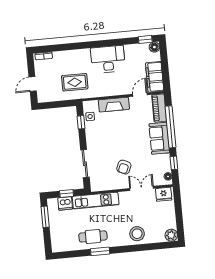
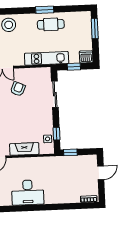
rug: (75, 82) -> (61, 172), removed
window: (66, 104) -> (70, 152), added
dishwasher: (65, 203) -> (86, 57), moved
window: (45, 217) -> (95, 29), moved

